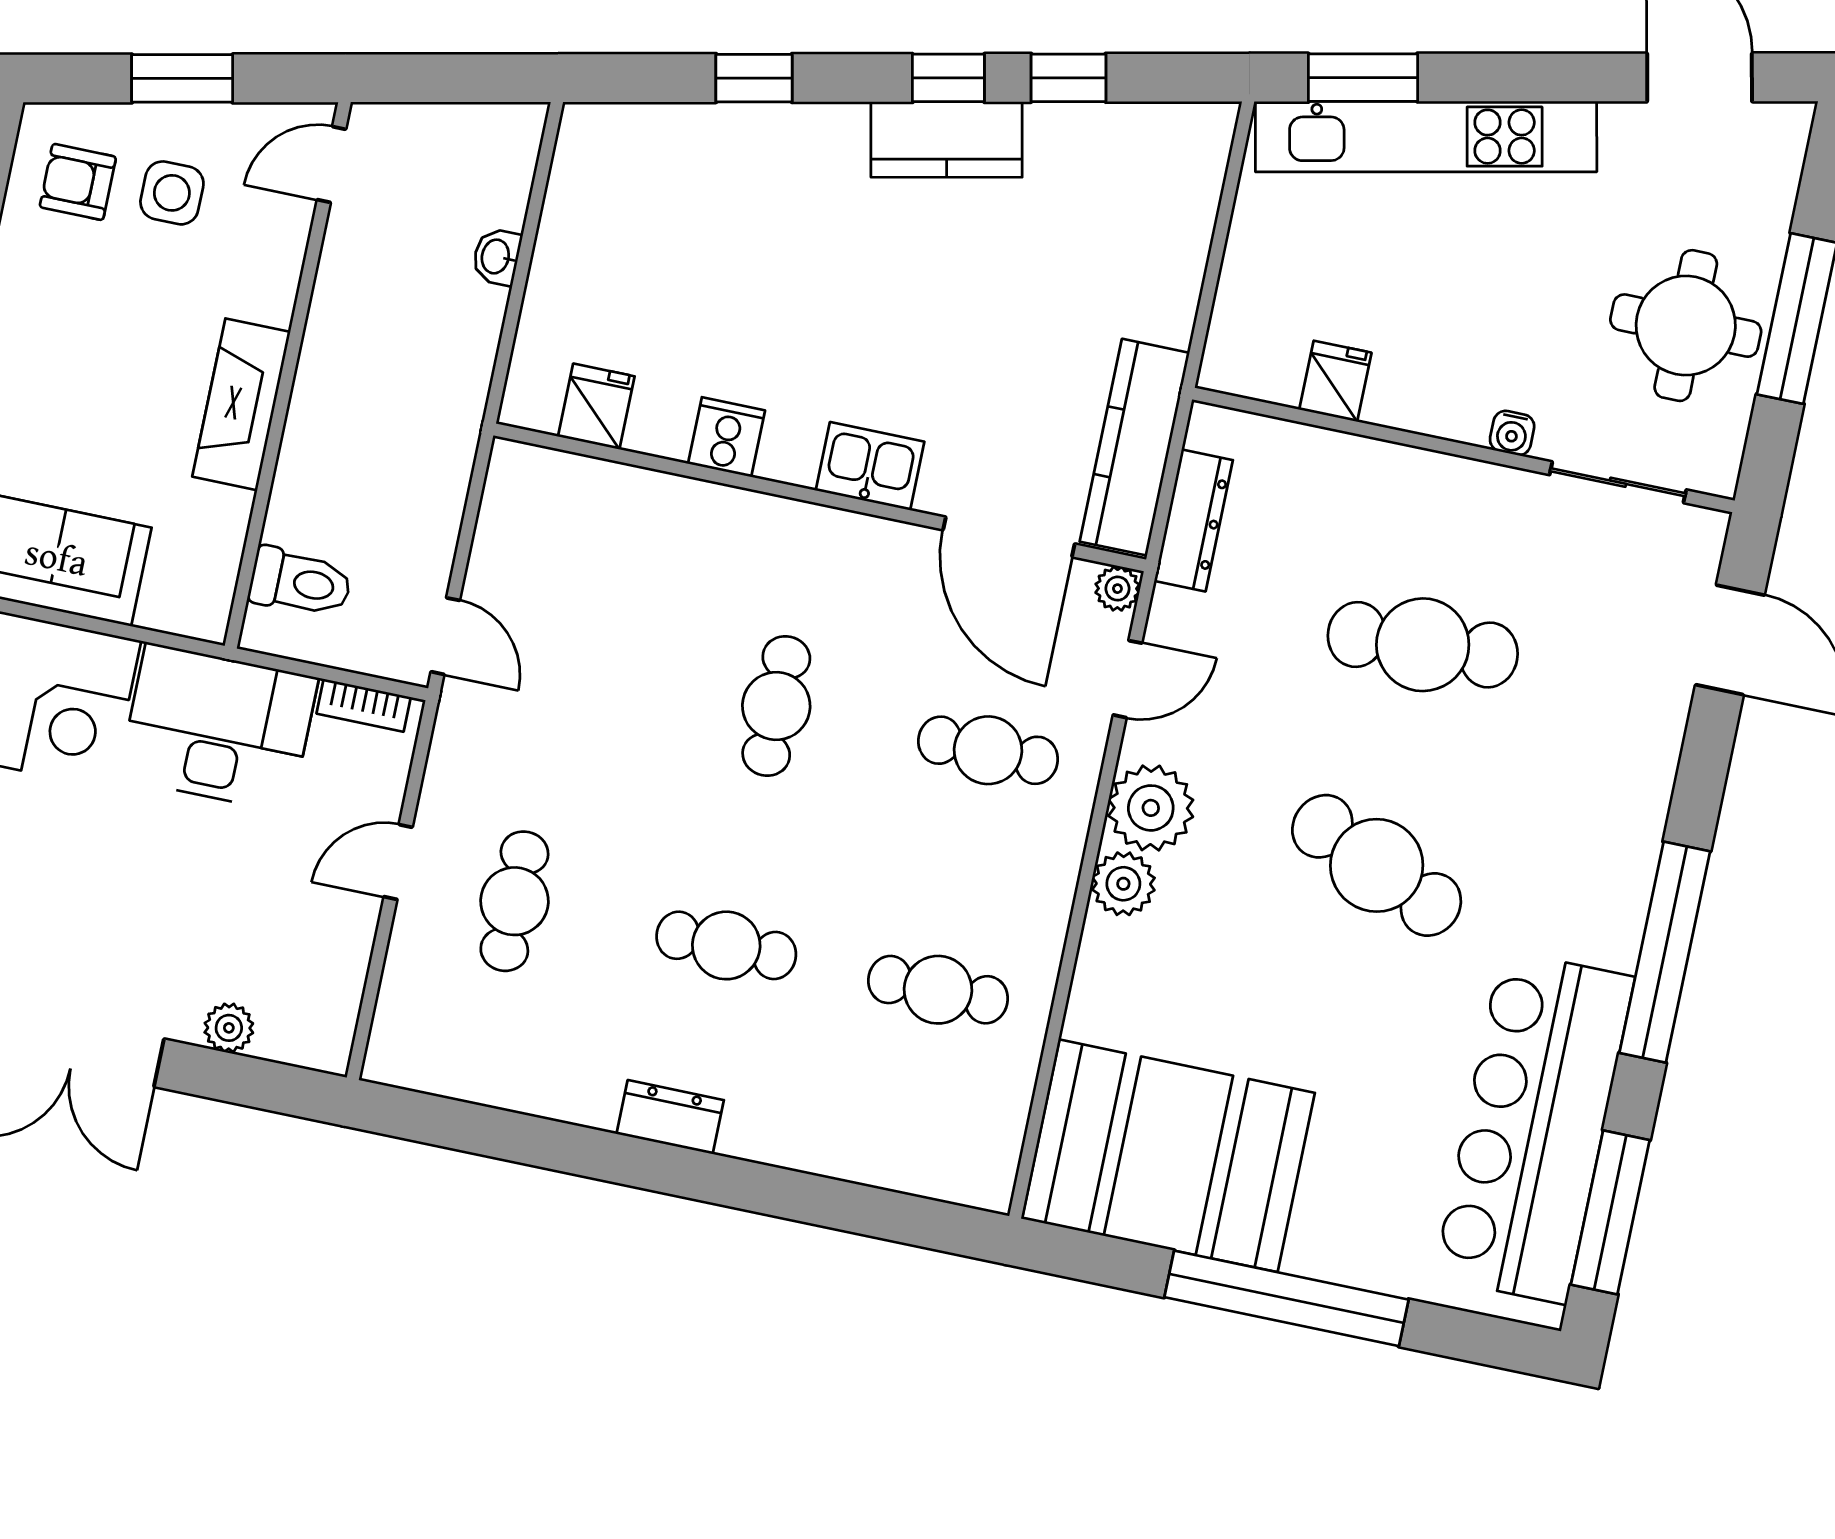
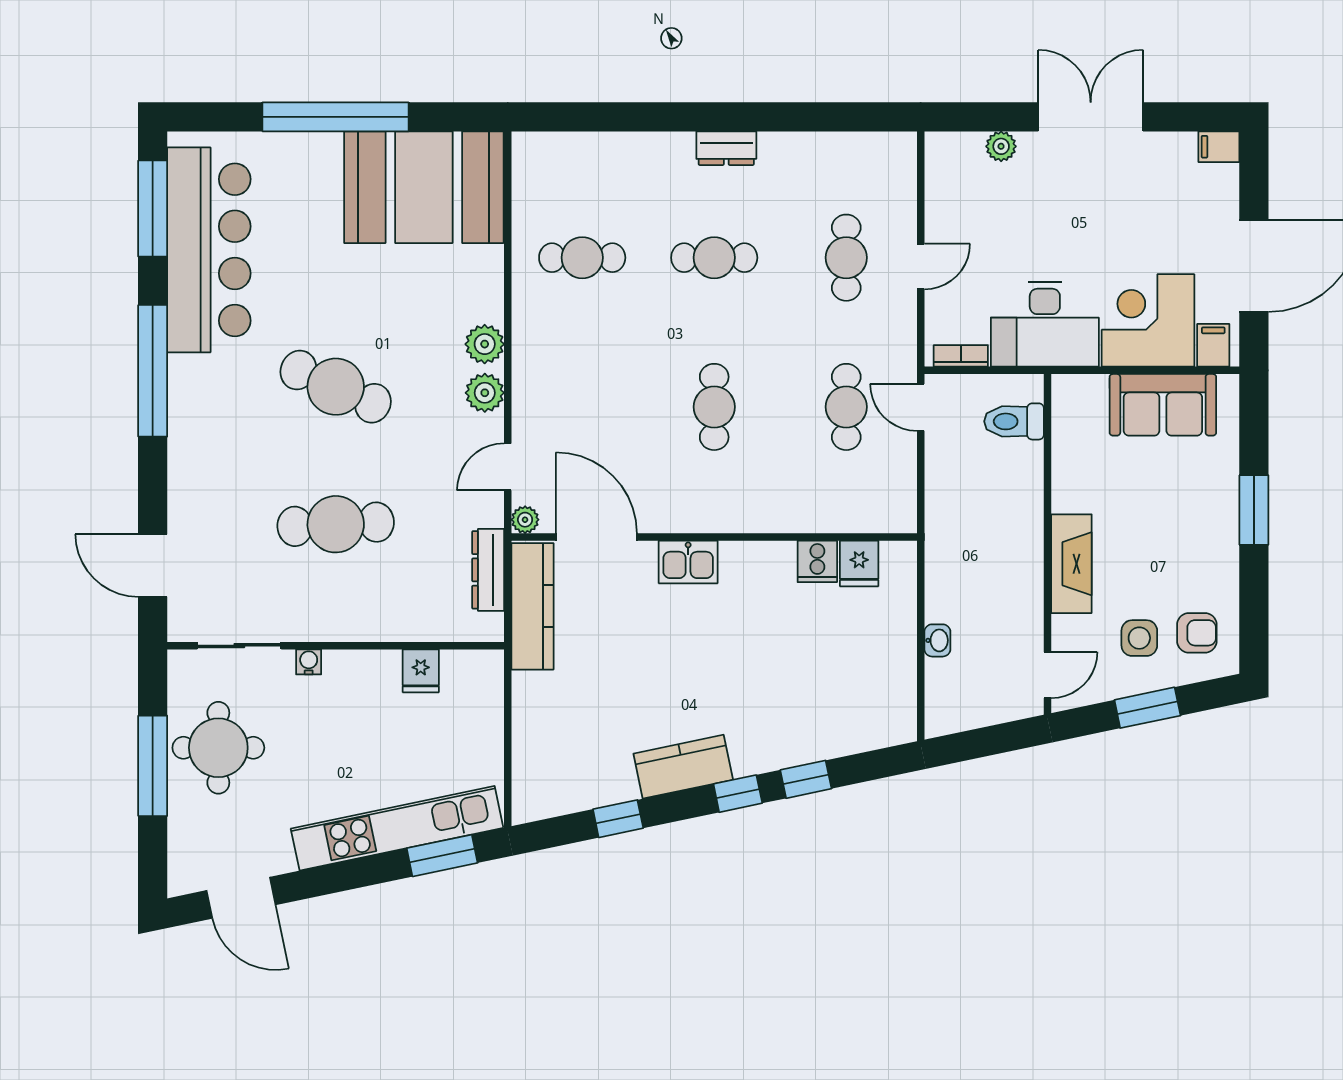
window: (948, 78) -> (738, 794), moved
fireplace: (241, 404) -> (1071, 564), moved
cooker: (726, 437) -> (817, 561), moved
cafe table: (988, 750) -> (846, 407), moved, turned 90
plant: (1151, 808) -> (485, 393), width x0.73, depth x0.73

